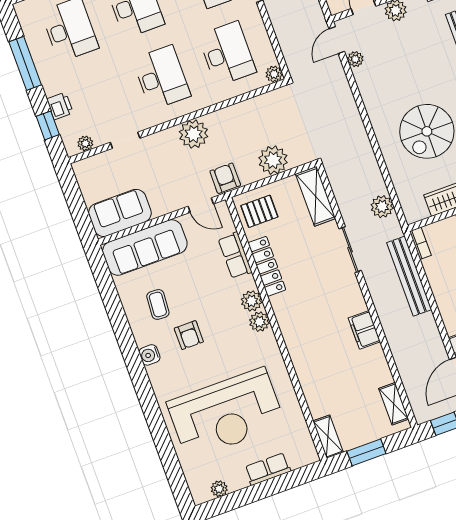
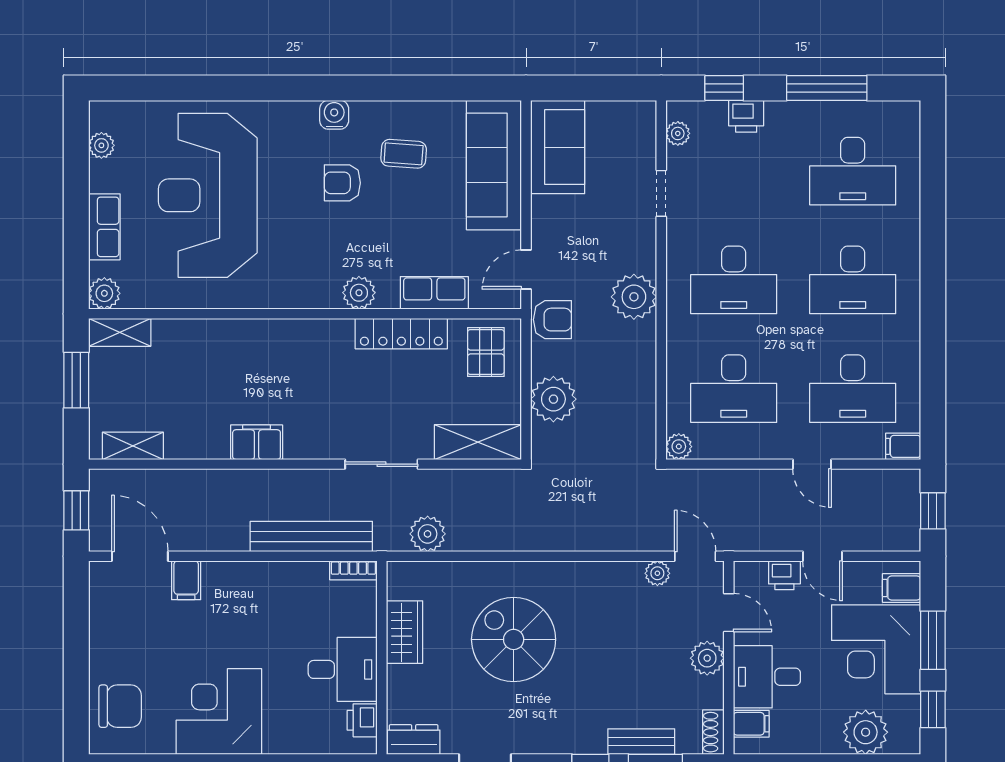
plant: (259, 322) -> (104, 293), moved

